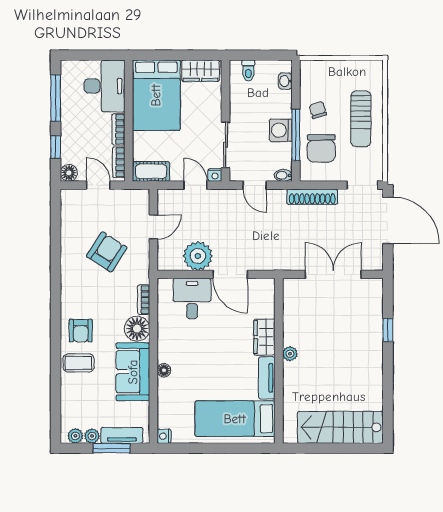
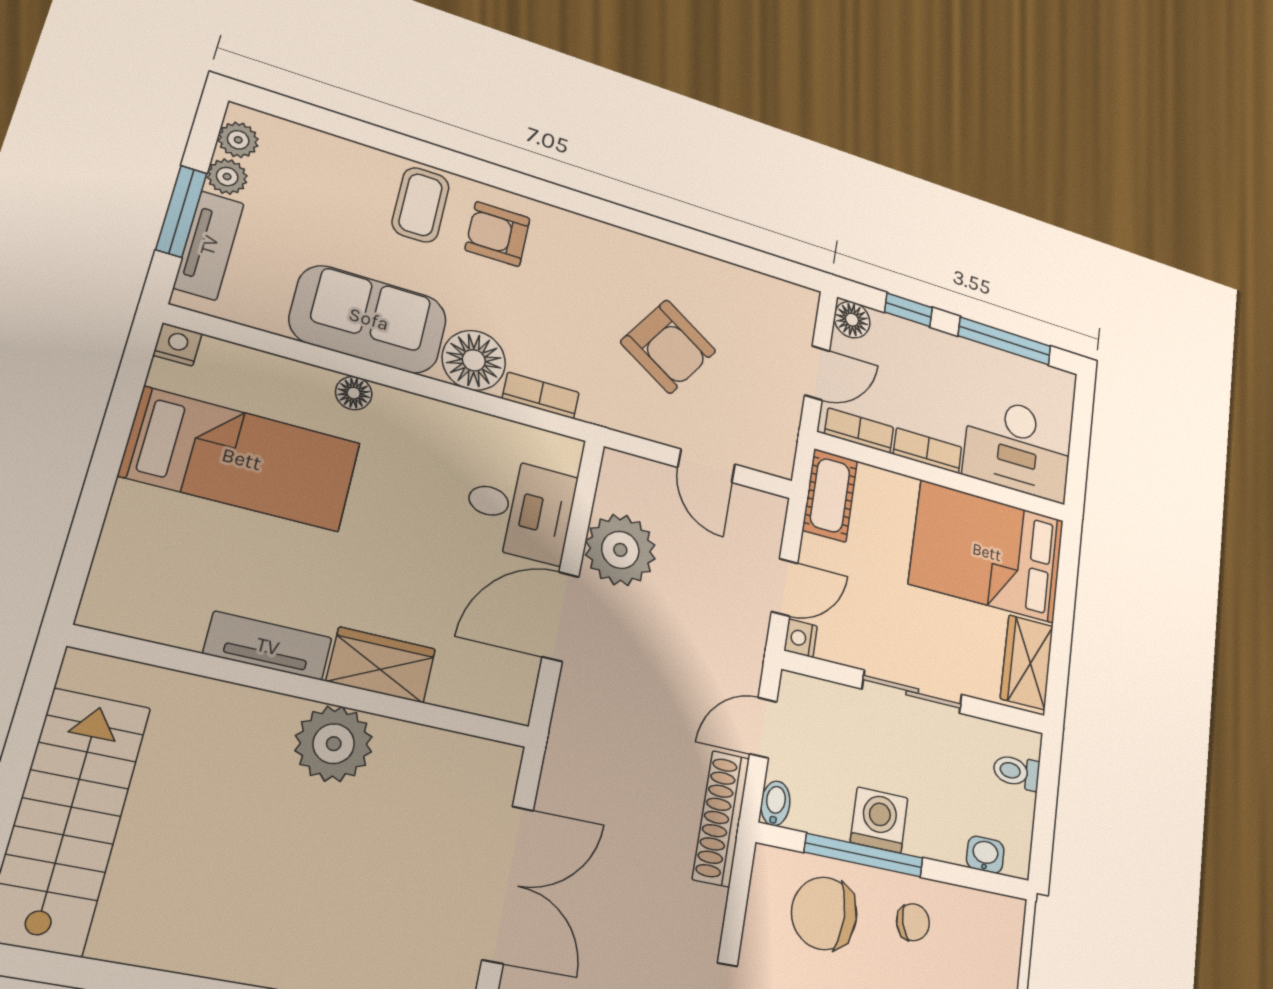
sliding door: (226, 145) -> (912, 692), moved
shoe rack: (312, 197) -> (721, 818), moved
plant: (290, 354) -> (334, 744), width x1.88, depth x1.88
bed: (235, 419) -> (242, 459), moved, turned 90

